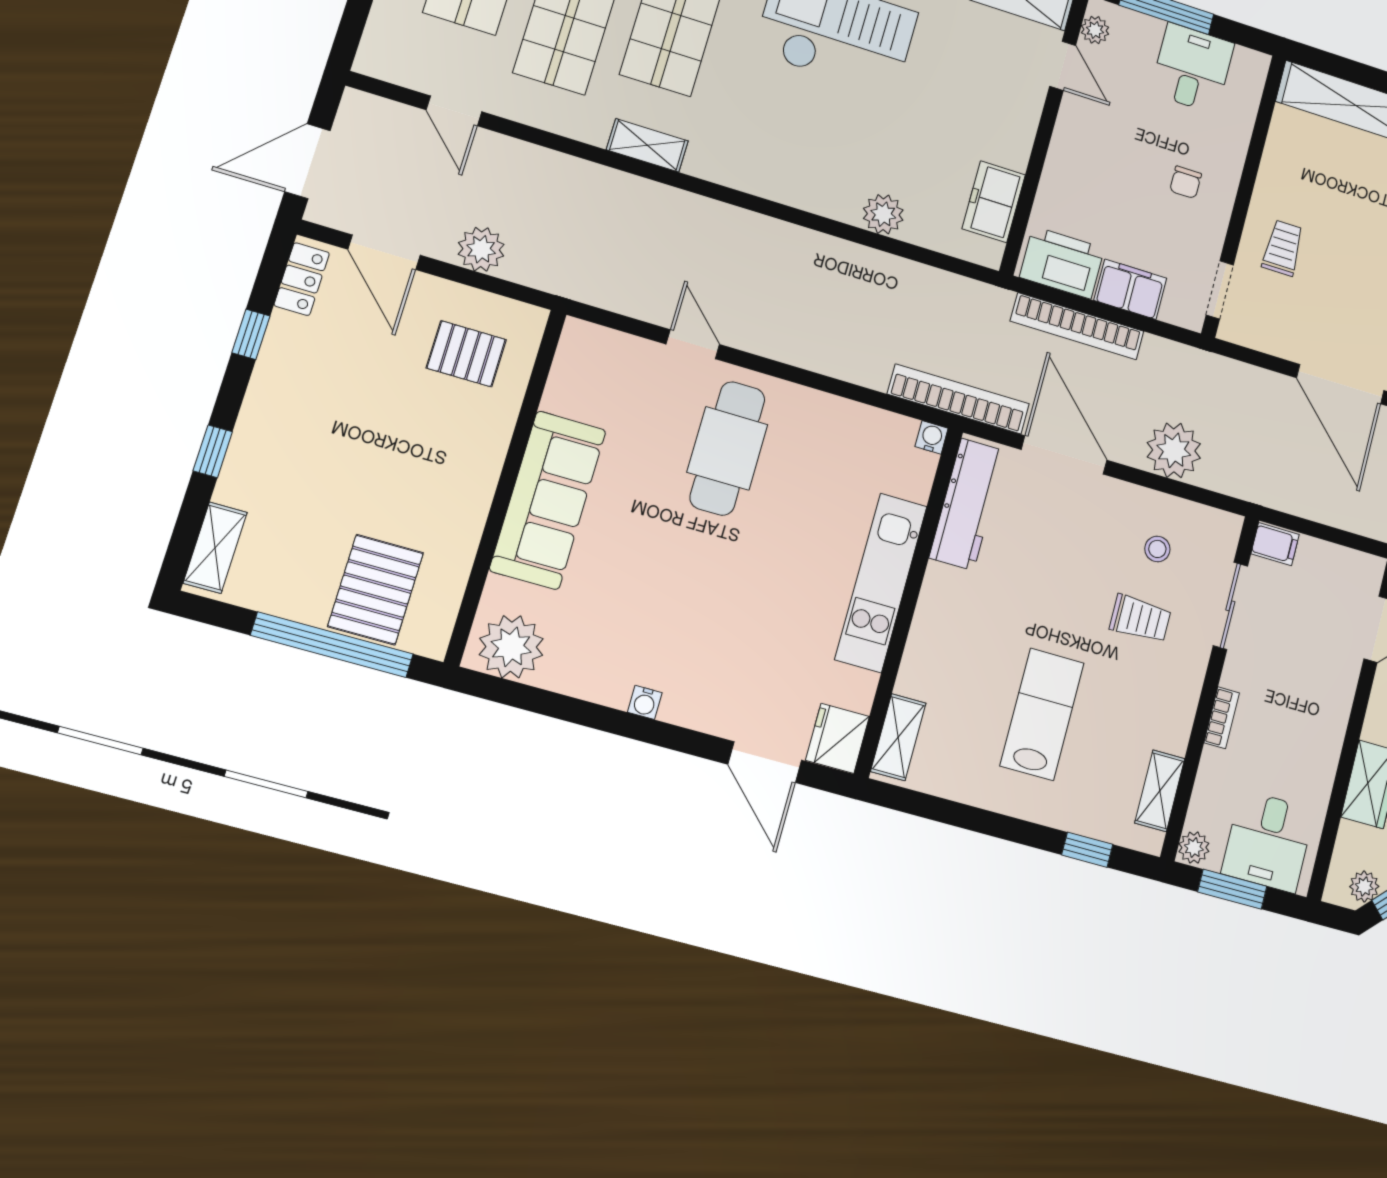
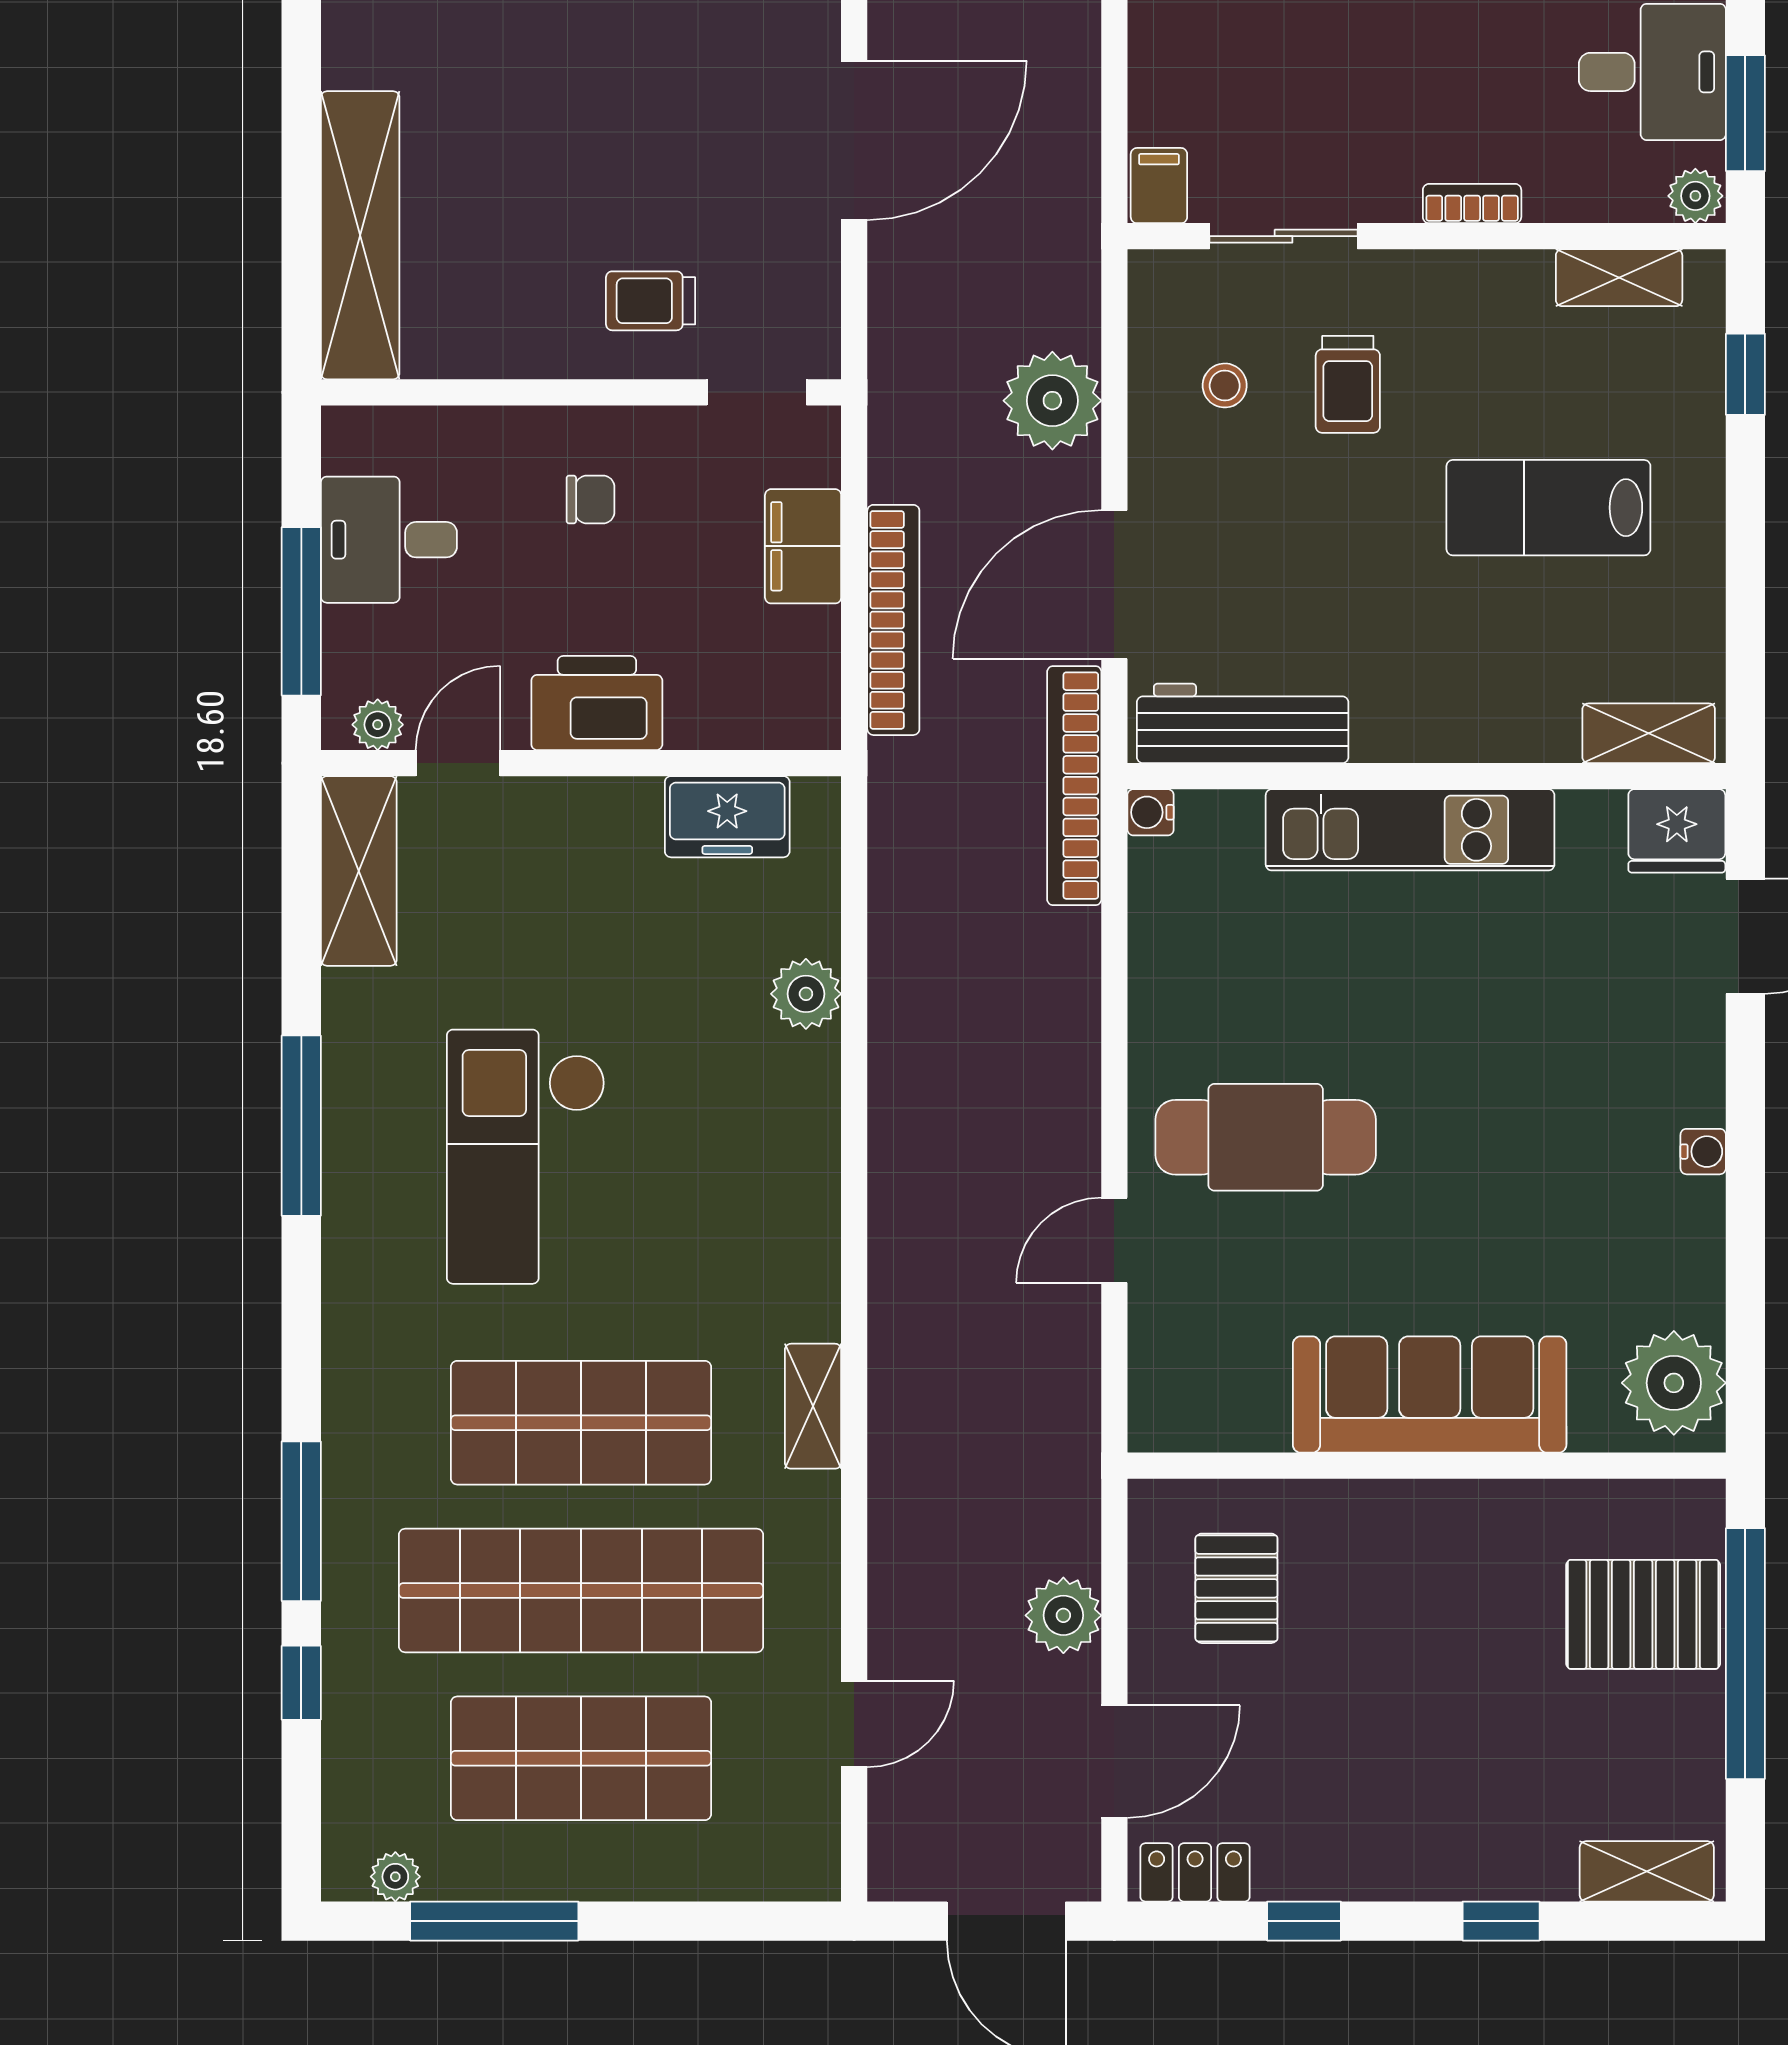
printer: (1062, 263) -> (597, 703), moved, turned 90
trolley: (1140, 619) -> (1348, 384), turned 180

